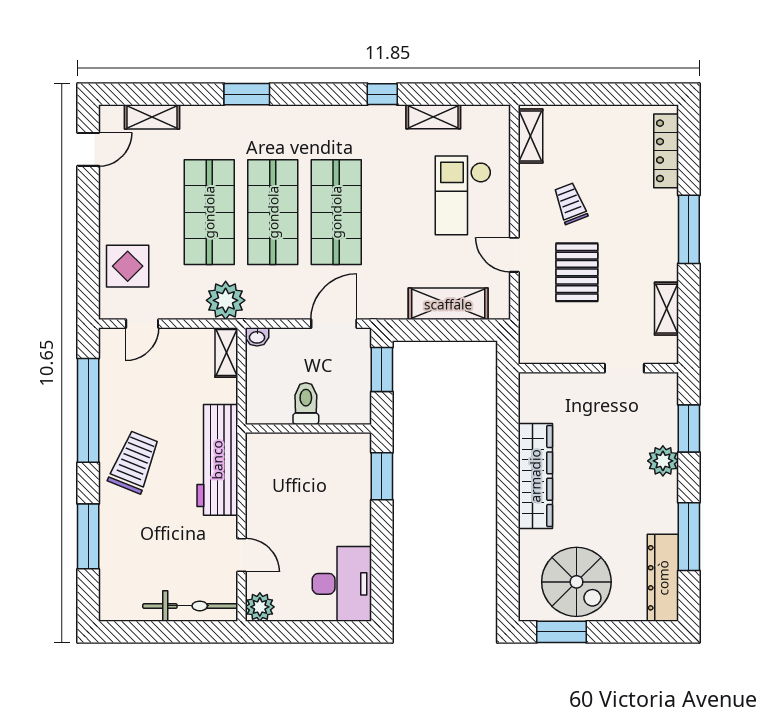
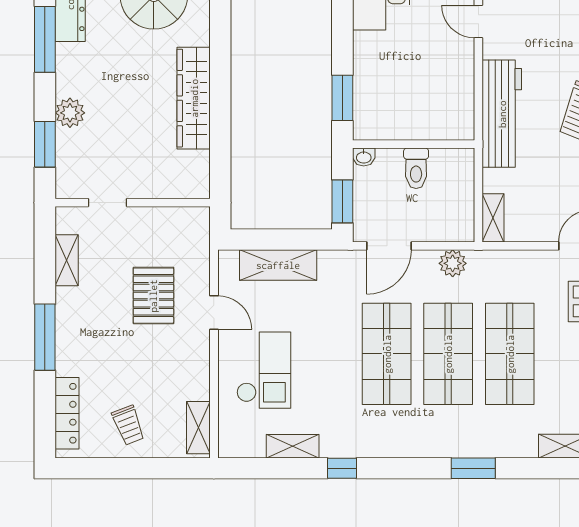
trolley: (570, 203) -> (128, 425), moved
plant: (226, 300) -> (453, 263), moved, width x0.73, depth x0.73
washbasin: (257, 337) -> (364, 157), moved, turned 180

